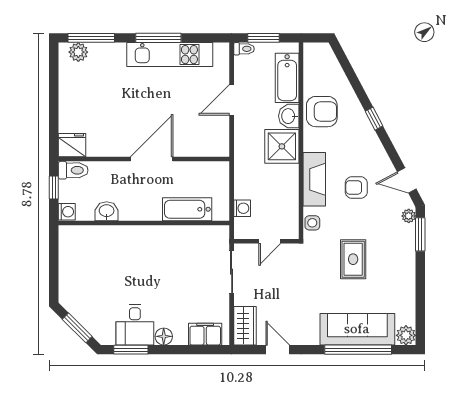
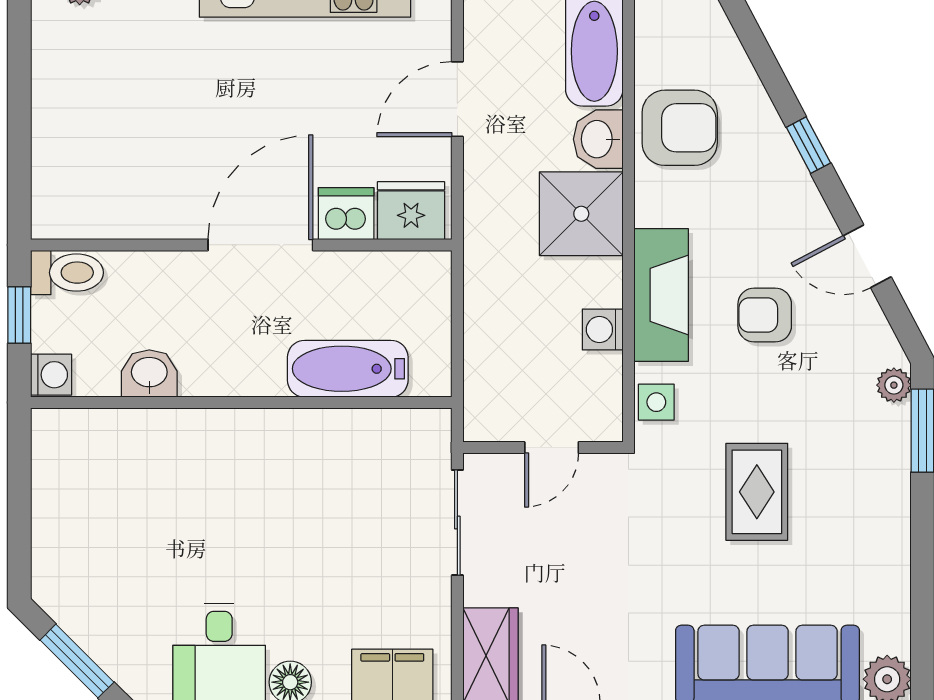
fridge: (72, 145) -> (411, 211), moved
dishwasher: (186, 146) -> (346, 214), added
door: (407, 180) -> (867, 256), moved
washing machine: (242, 208) -> (603, 330), moved, turned 180

